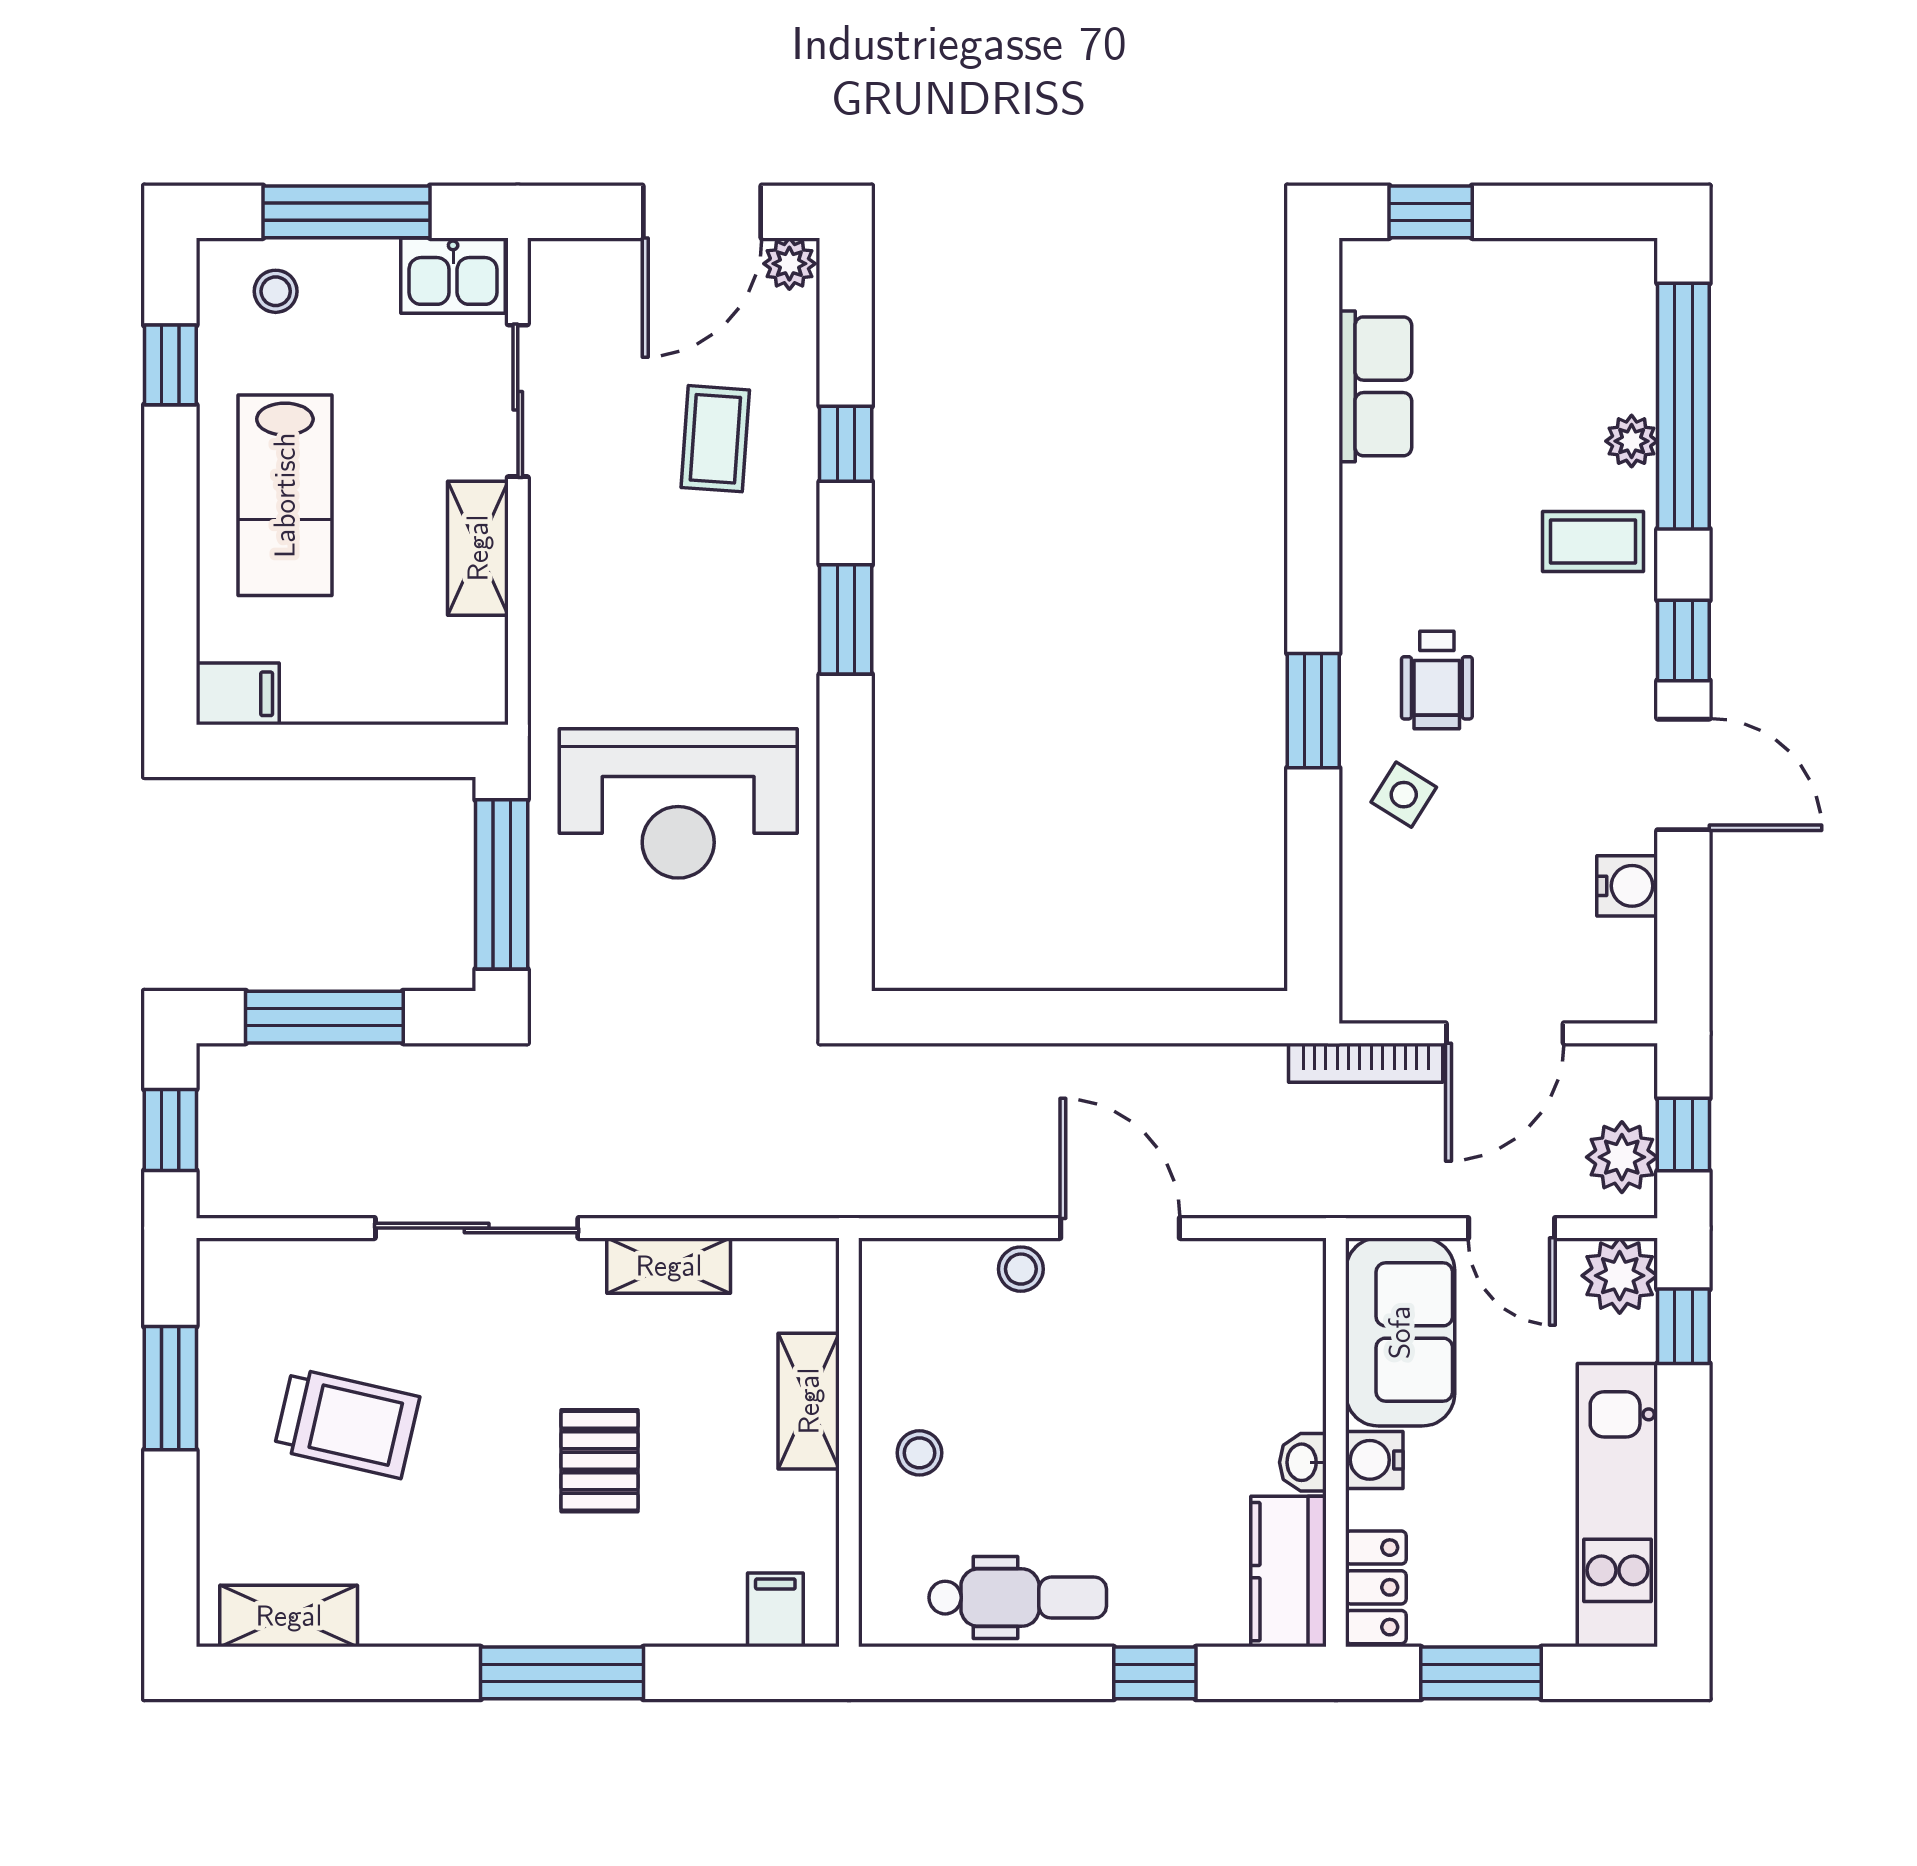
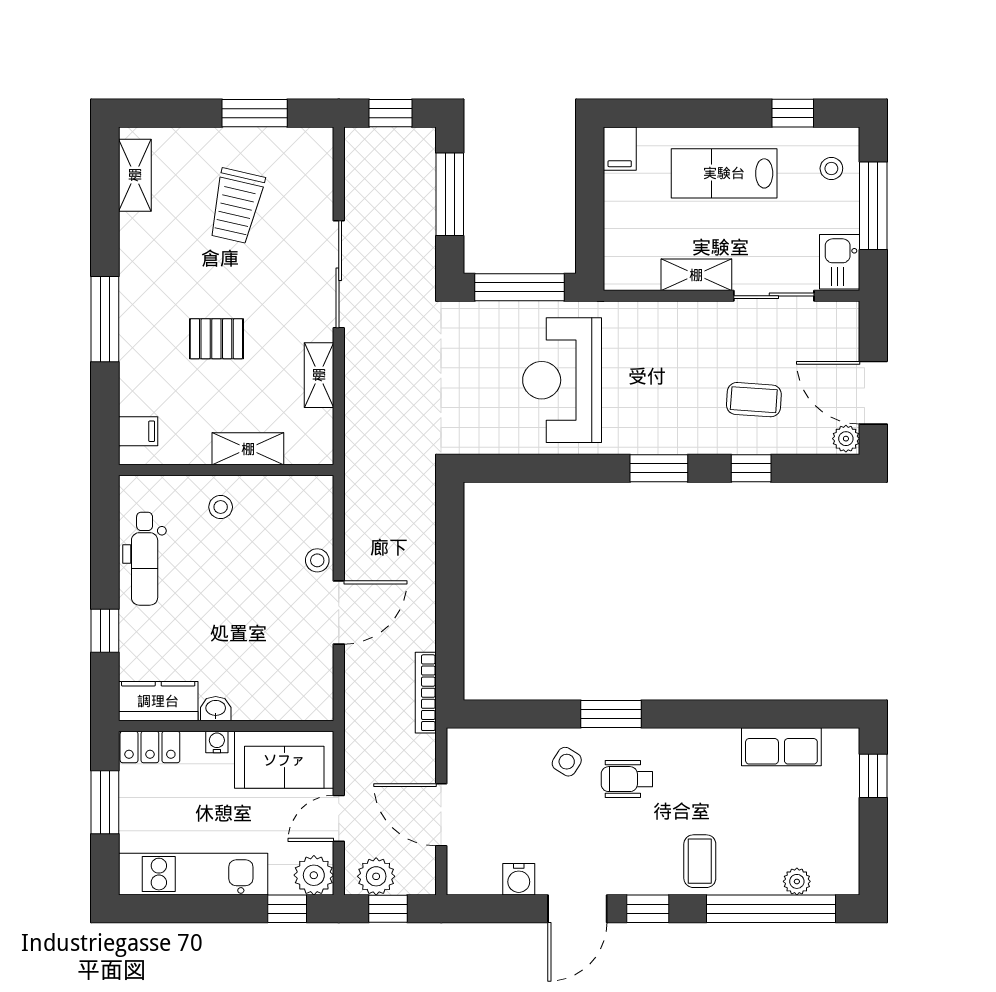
plant: (1632, 441) -> (797, 881), moved
bookcase: (1366, 1063) -> (426, 693), moved
water cooler: (1374, 1460) -> (217, 742), width x0.72, depth x0.72

